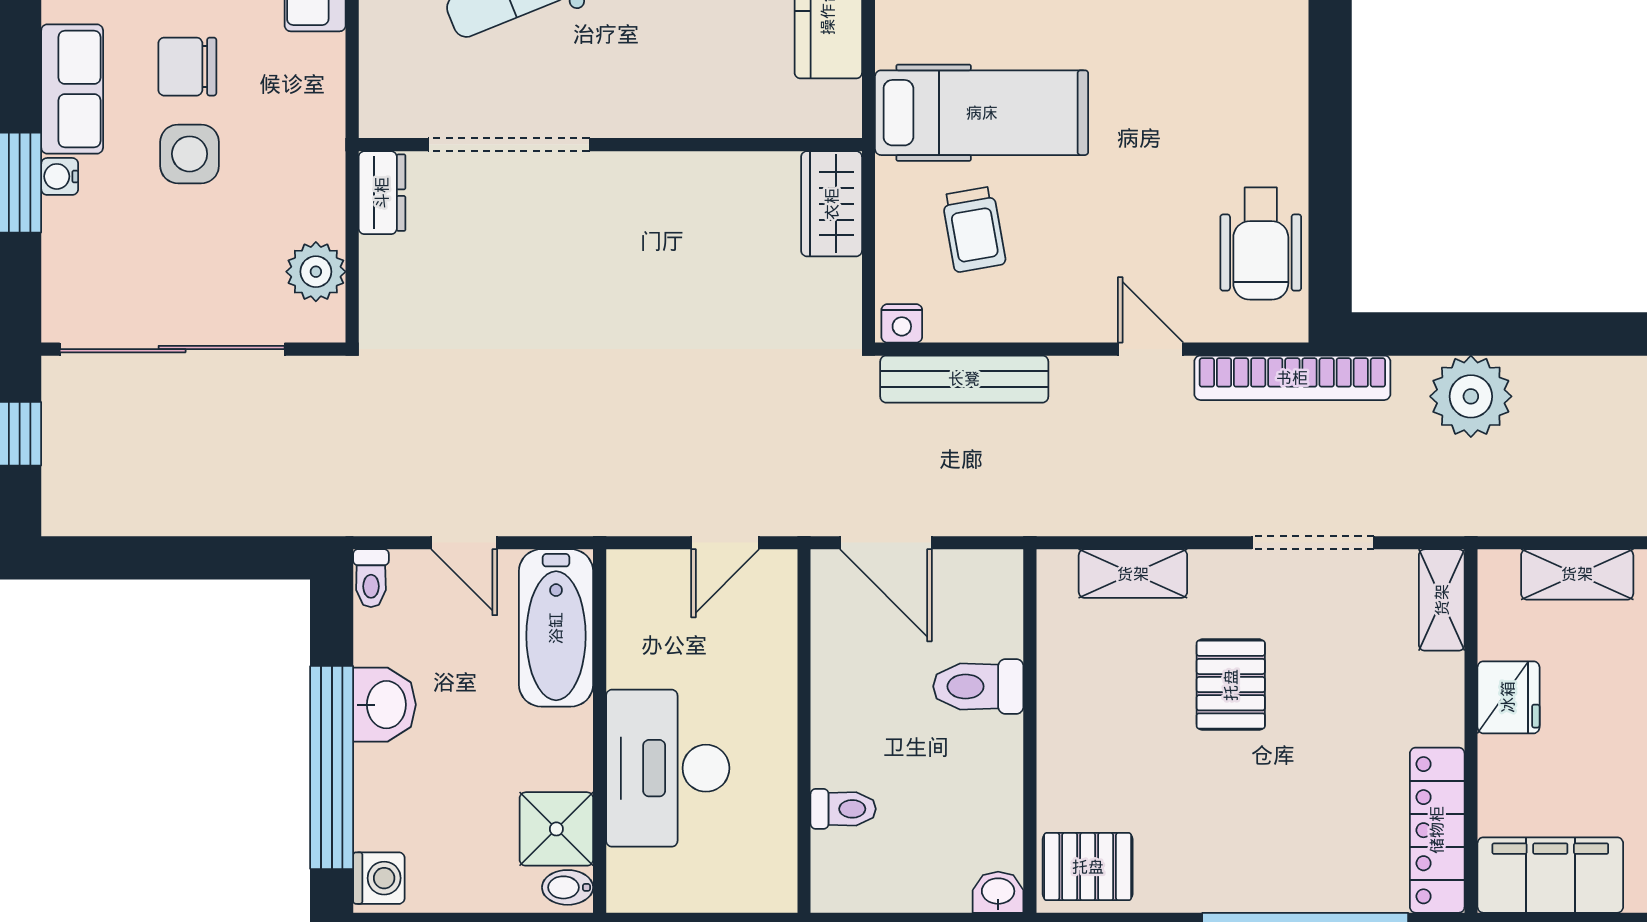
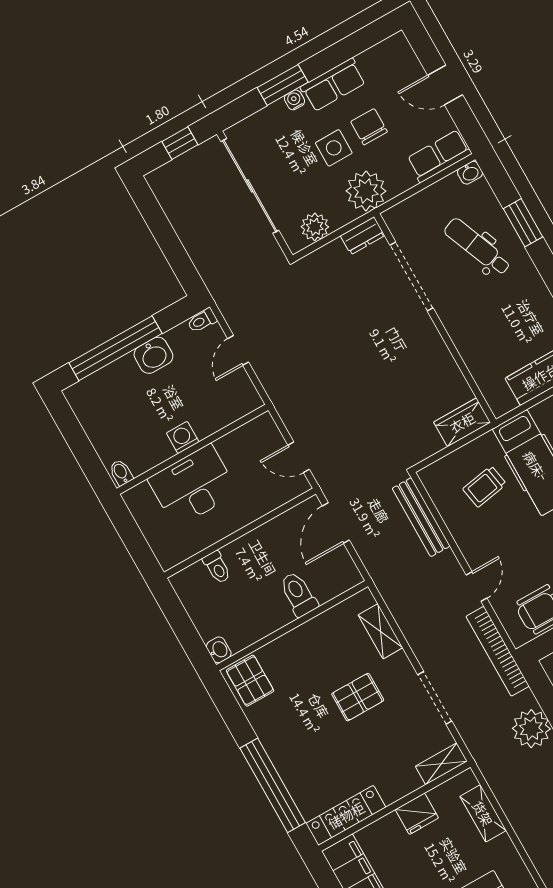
plant: (303, 139) -> (366, 191), added
nightstand: (902, 323) -> (429, 479), removed
bathtub: (556, 628) -> (225, 408), removed
shower: (556, 829) -> (142, 454), removed
washing machine: (379, 878) -> (183, 438), moved, turned 180

